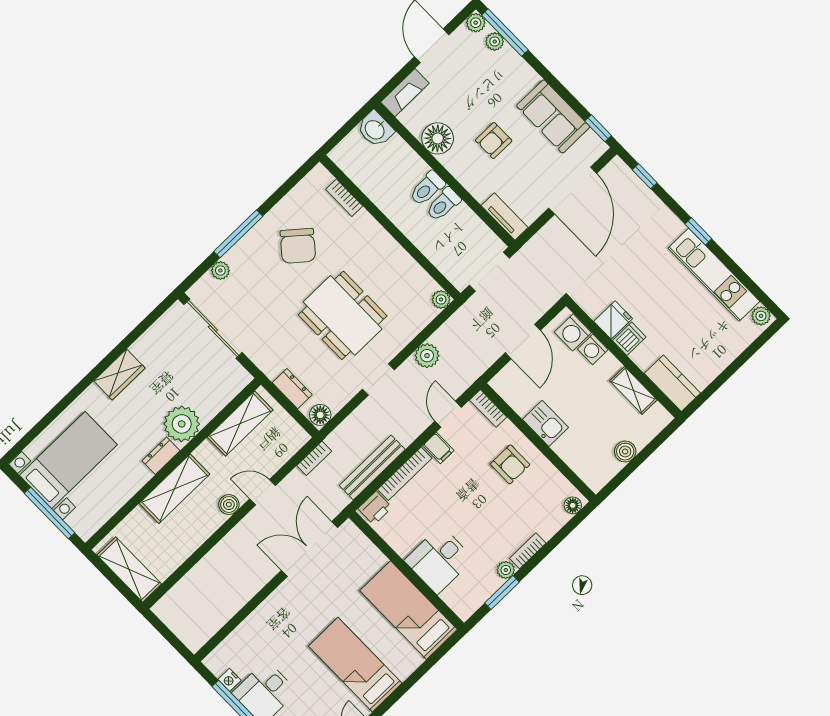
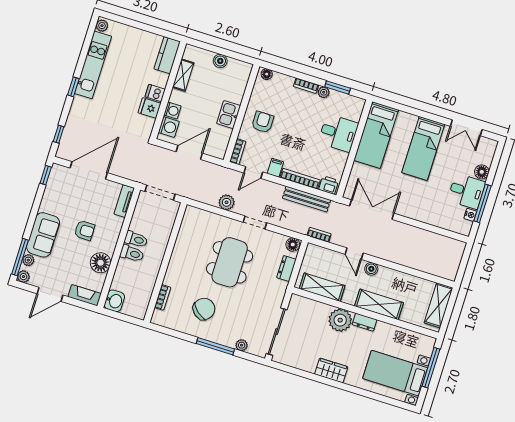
sofa: (553, 116) -> (43, 235), moved
plant: (441, 299) -> (191, 212), removed
double door: (310, 549) -> (372, 210), swing flipped

